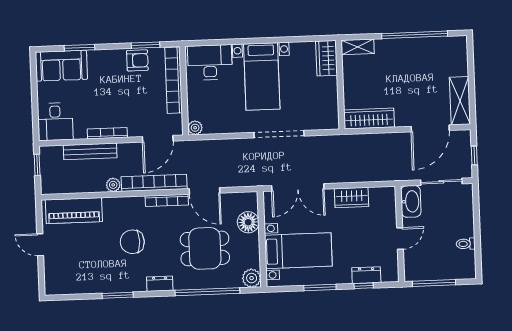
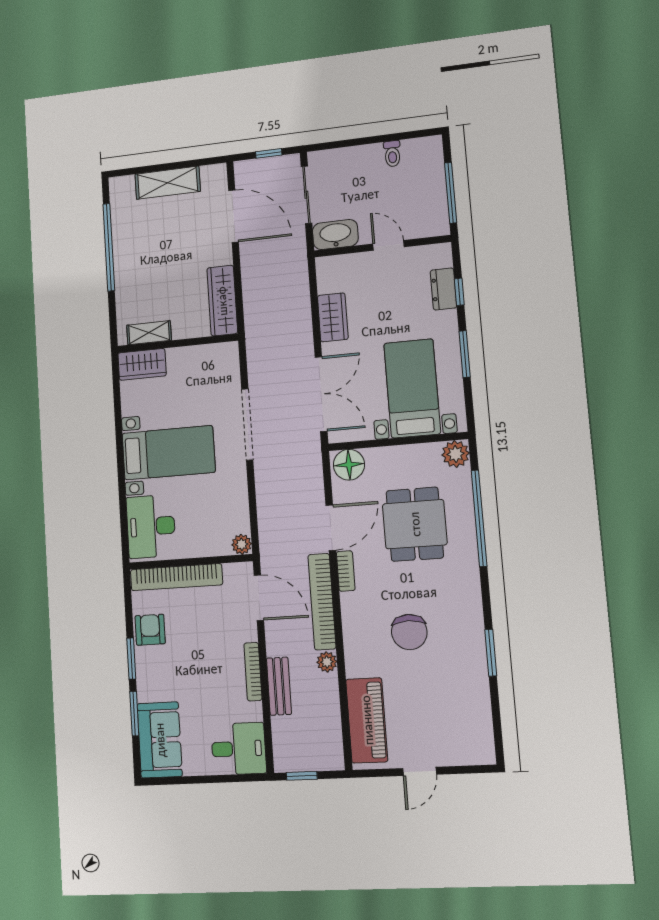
window: (145, 45) -> (131, 659), moved
shelving: (358, 47) -> (149, 333), moved, turned 90
shelving: (460, 101) -> (168, 183), moved
bench: (90, 151) -> (279, 686), width x0.73
bookcase: (167, 200) -> (346, 571), width x0.64
floor lamp: (248, 222) -> (349, 465), moved
dresser: (160, 284) -> (470, 590), removed

